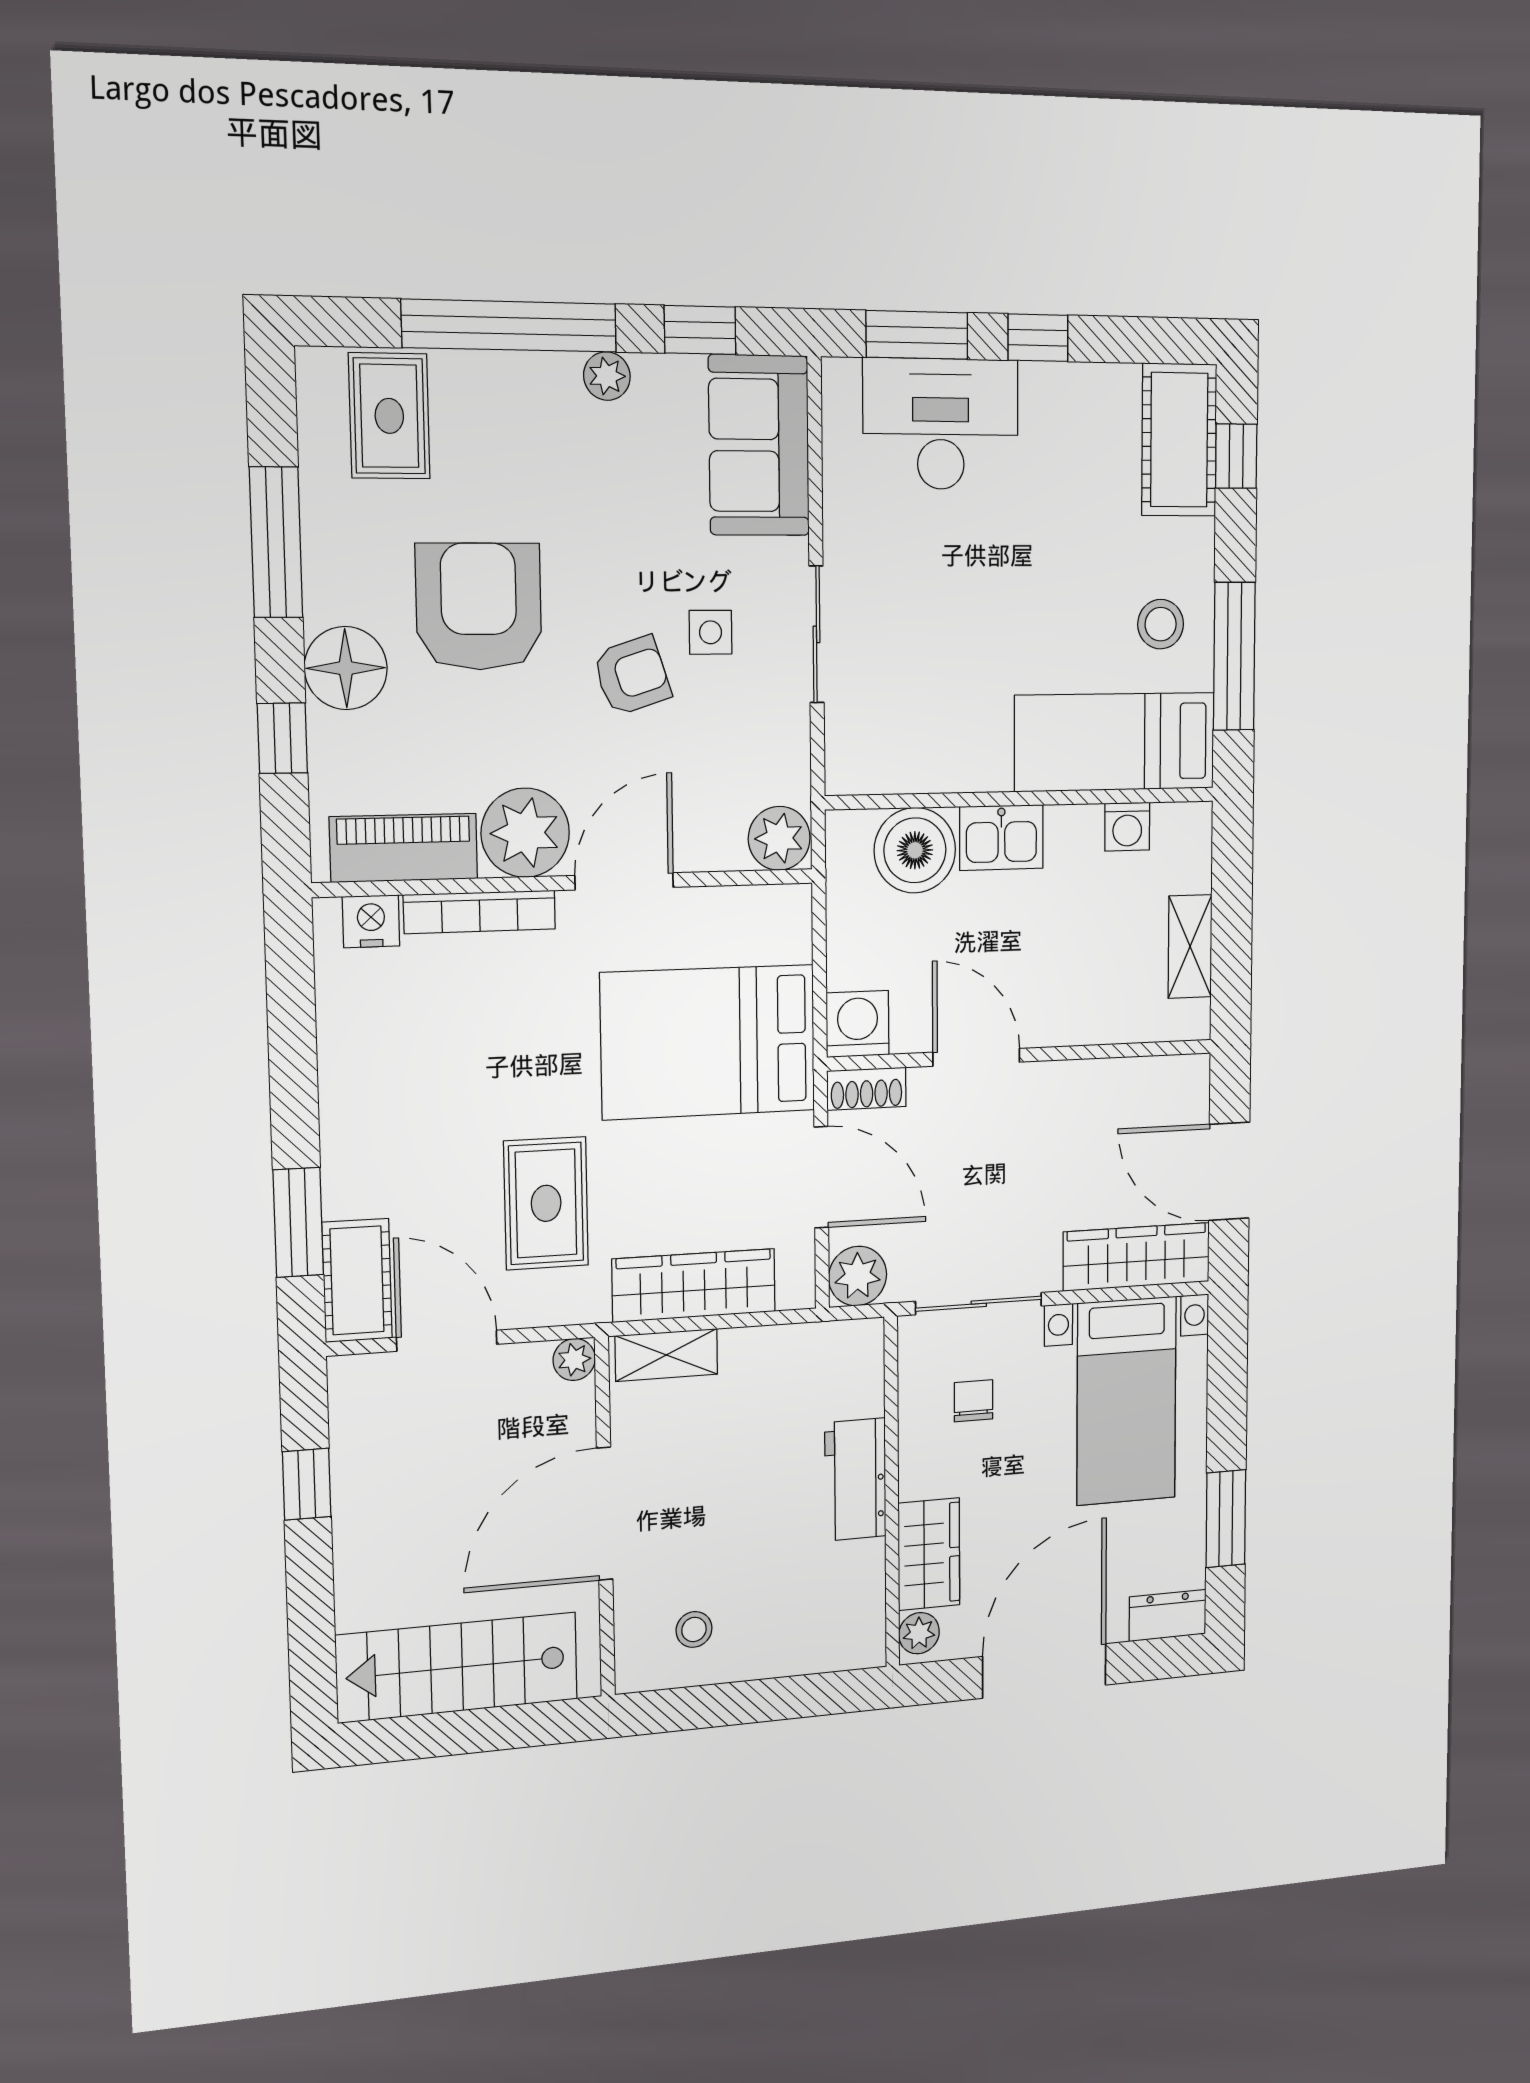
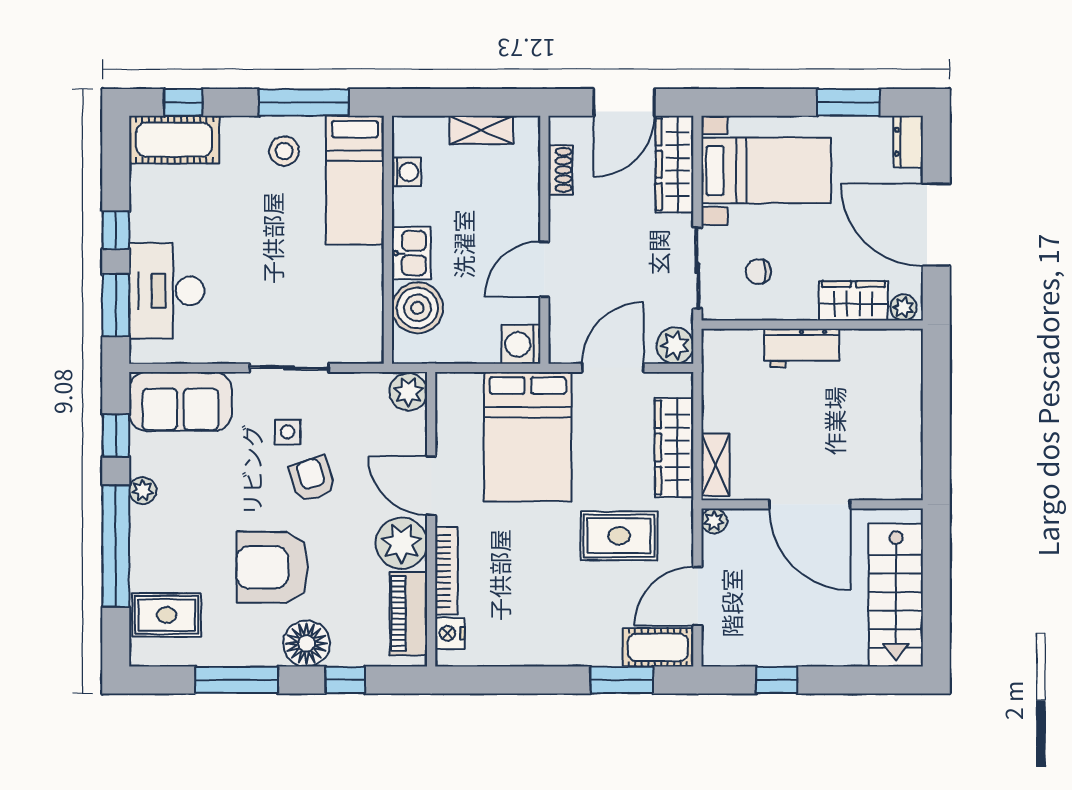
shoe rack: (867, 1089) -> (560, 170), moved
stool: (694, 1629) -> (887, 451), removed

